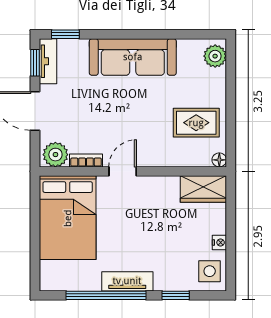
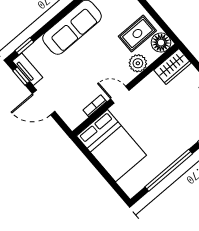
plant: (55, 155) -> (138, 63), moved
floor lamp: (219, 160) -> (161, 43), width x1.89, depth x1.89
door: (123, 171) -> (120, 95), hinge flipped
tv unit: (127, 281) -> (174, 153), removed

